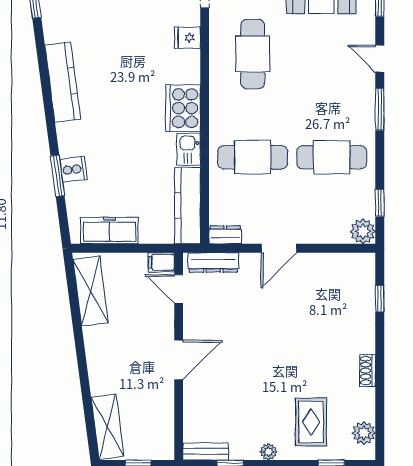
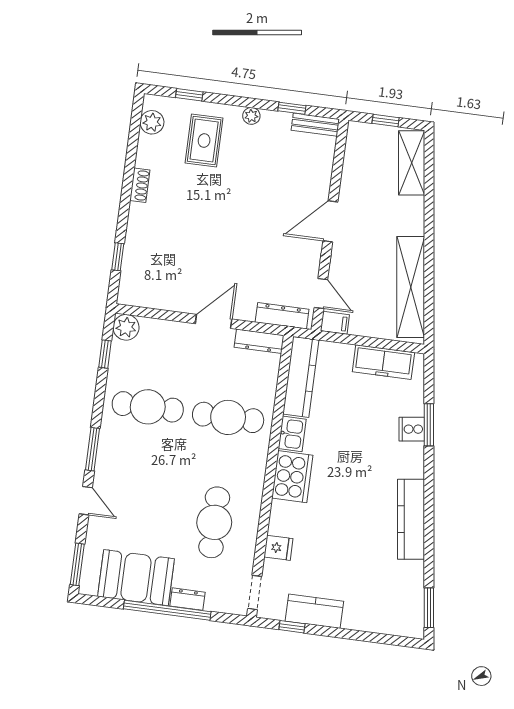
dresser: (225, 235) -> (259, 341), width x1.44
shelving: (91, 291) -> (411, 287), width x1.47

